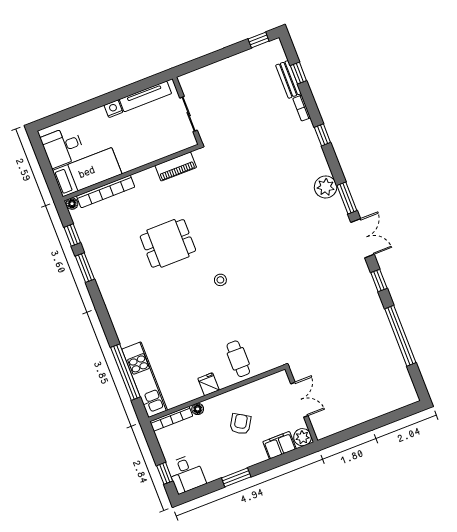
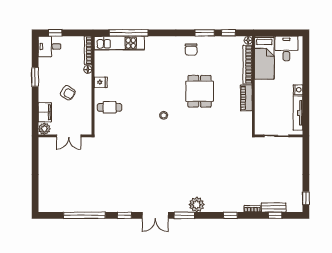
piano: (176, 166) -> (246, 98), moved
chair: (115, 277) -> (191, 50), added

